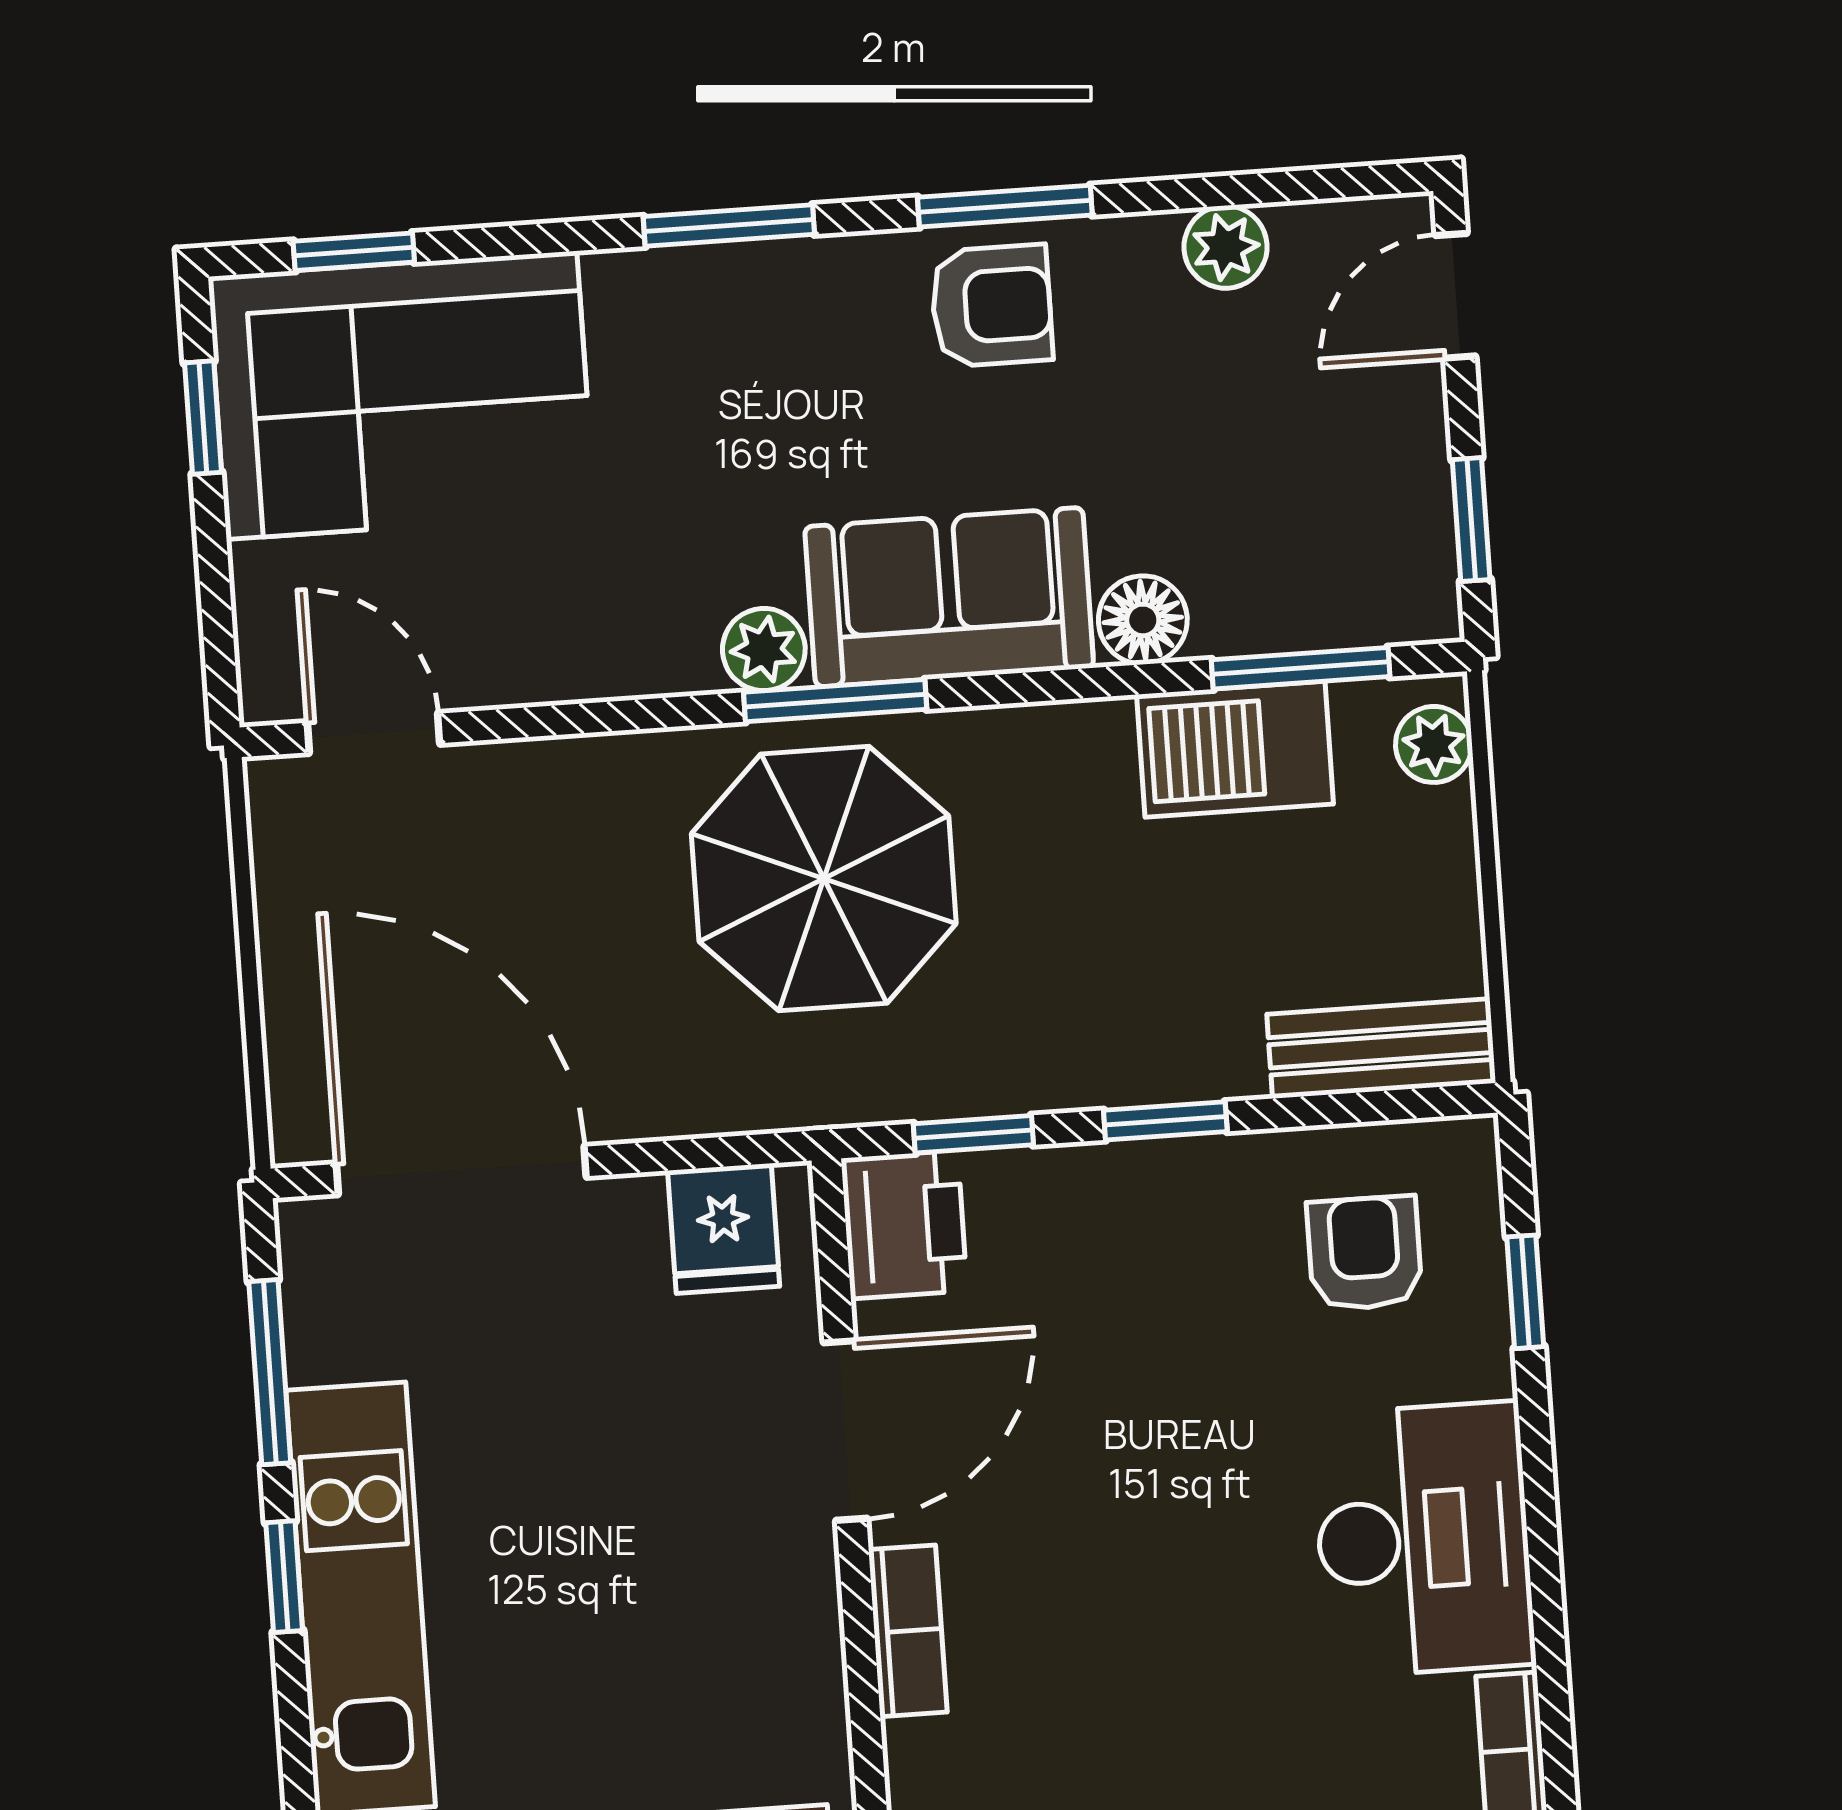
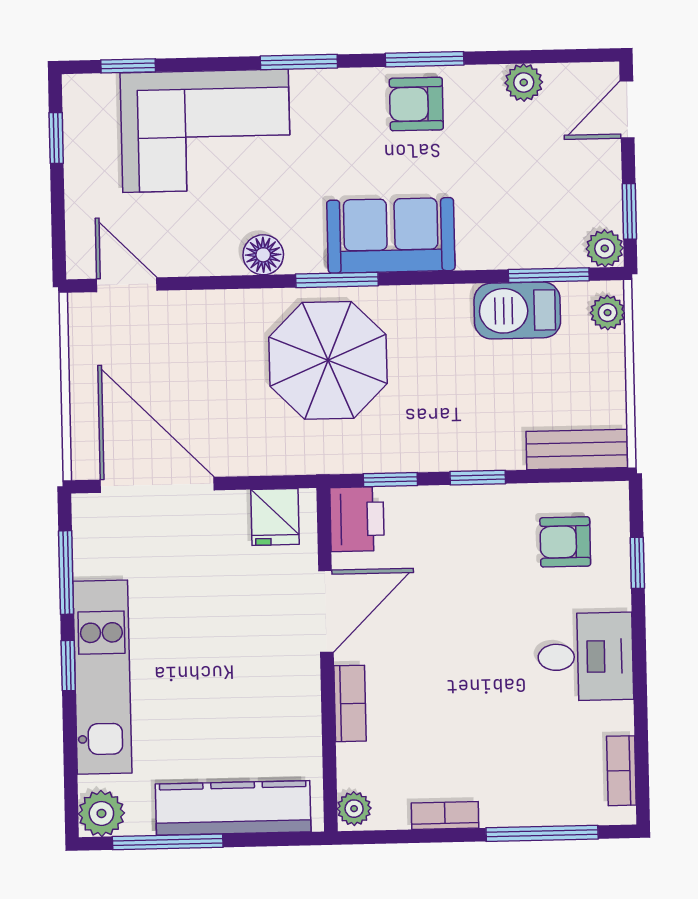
armchair: (991, 306) -> (416, 104), turned 180
corner sofa: (402, 395) -> (206, 131), moved
floor lamp: (1143, 620) -> (263, 255), moved
plant: (764, 650) -> (605, 248), moved
armchair: (1364, 1253) -> (565, 542), turned -90
desk: (1423, 1539) -> (586, 657), width x0.73

